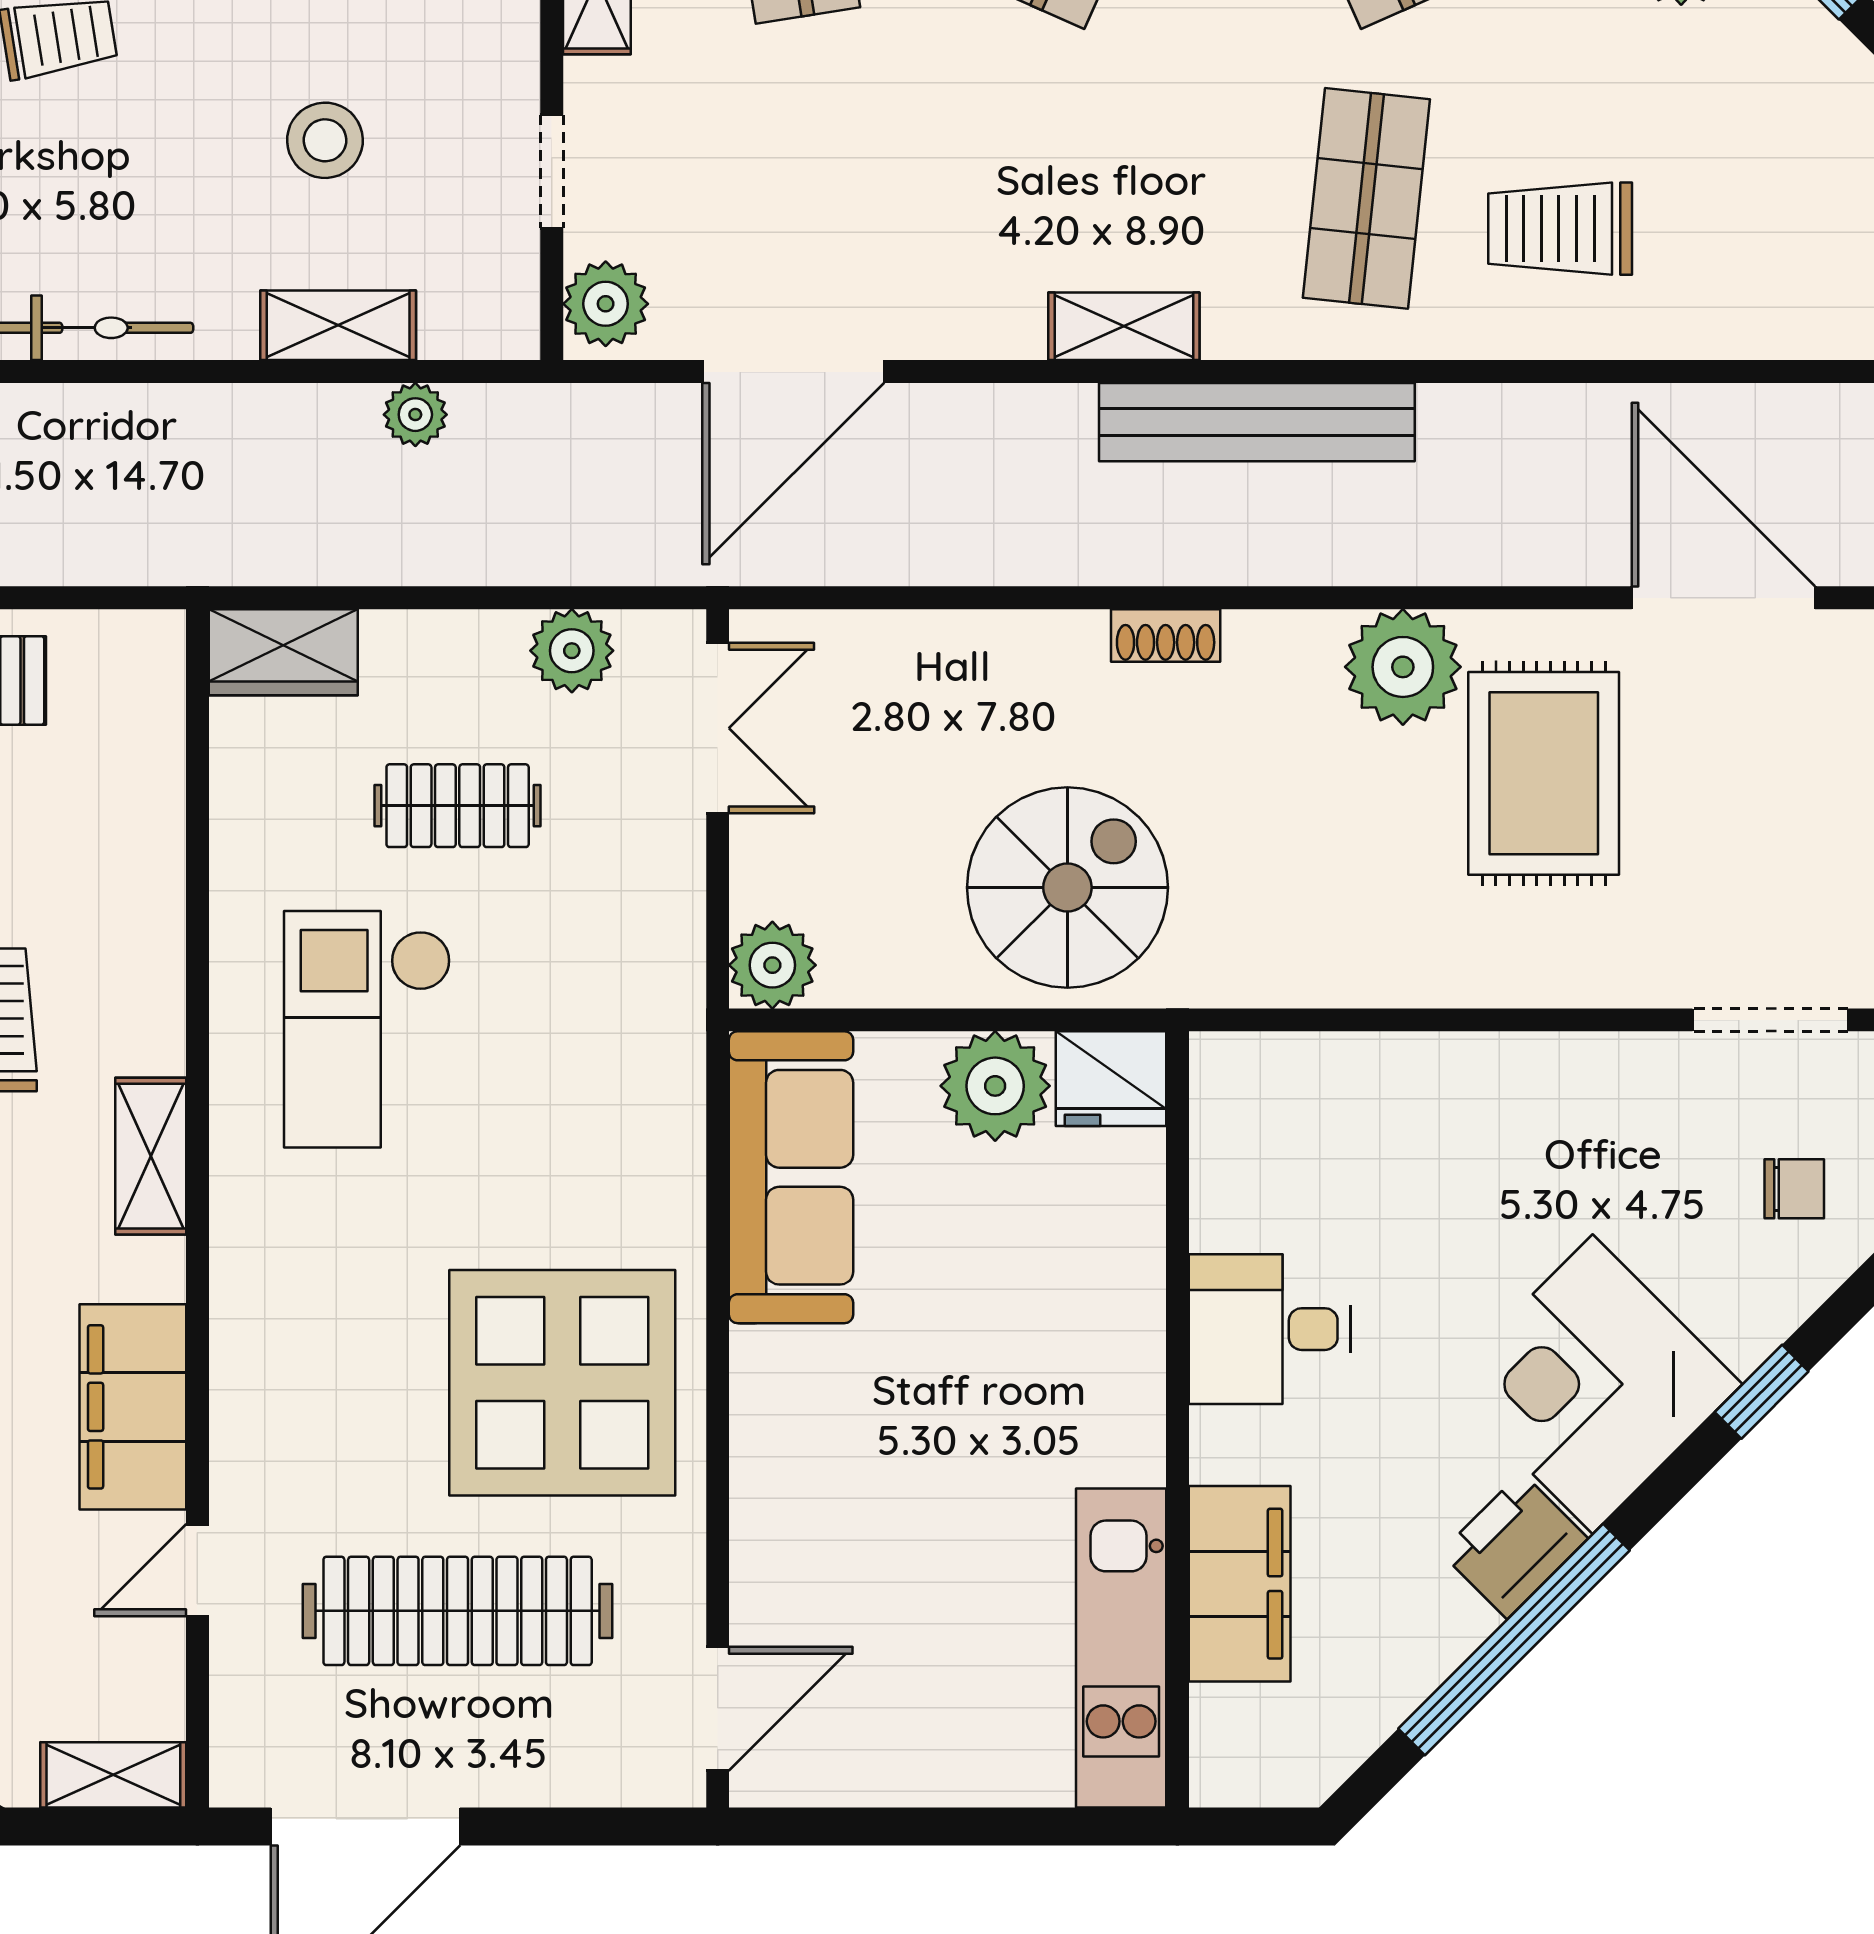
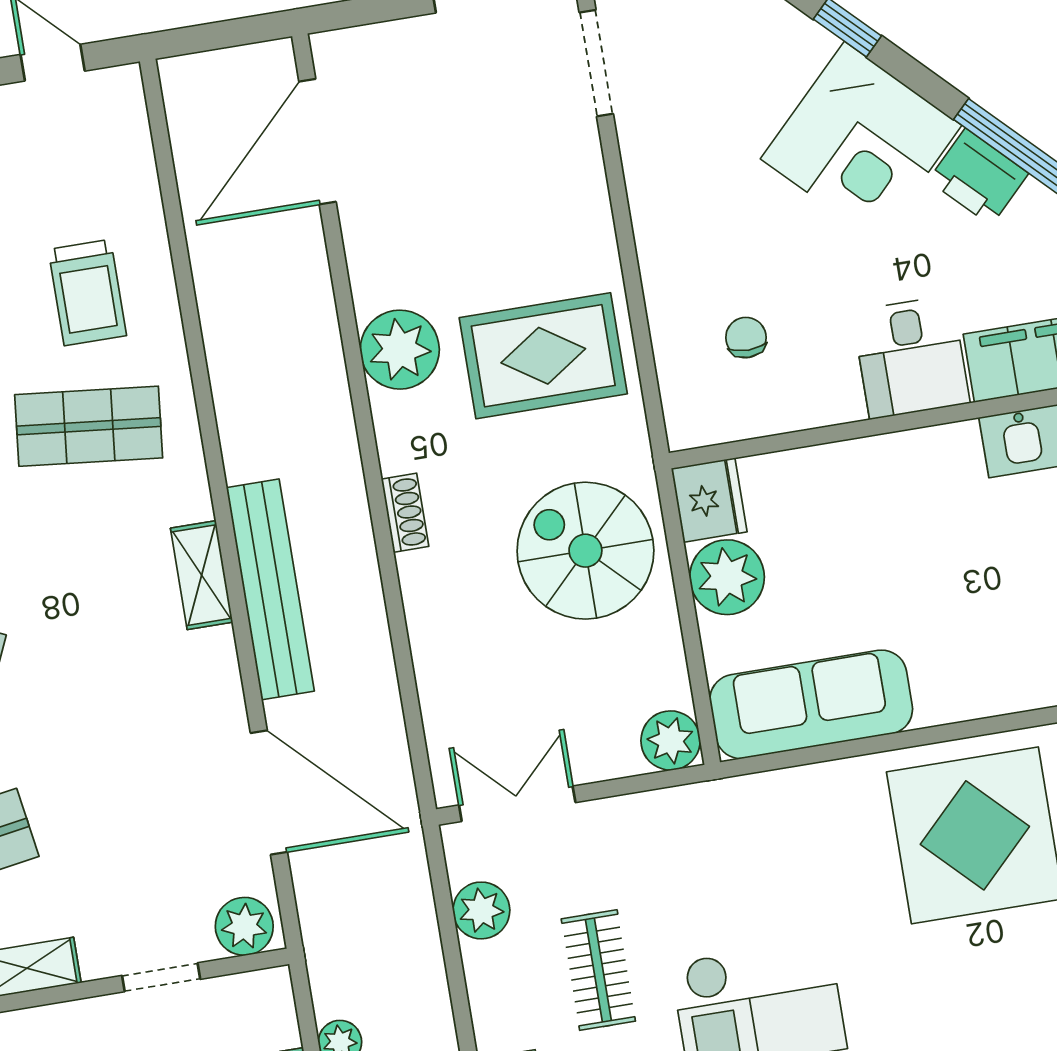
bench: (1257, 422) -> (270, 589), moved
rug: (1544, 773) -> (543, 356), moved
chair: (1794, 1189) -> (746, 338), moved
desk: (1270, 1329) -> (911, 357), moved

